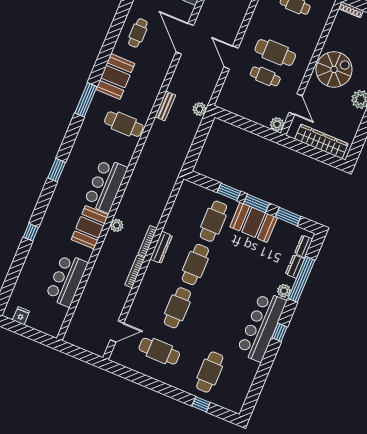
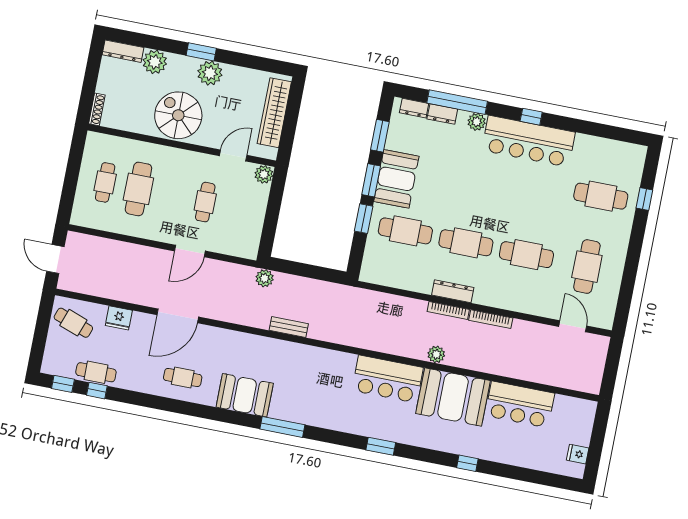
cafe table: (275, 52) -> (138, 189), moved
bench: (165, 106) -> (289, 327), moved
cafe table: (124, 124) -> (304, 372), removed
booth: (90, 227) -> (453, 397), width x1.36, depth x1.42

